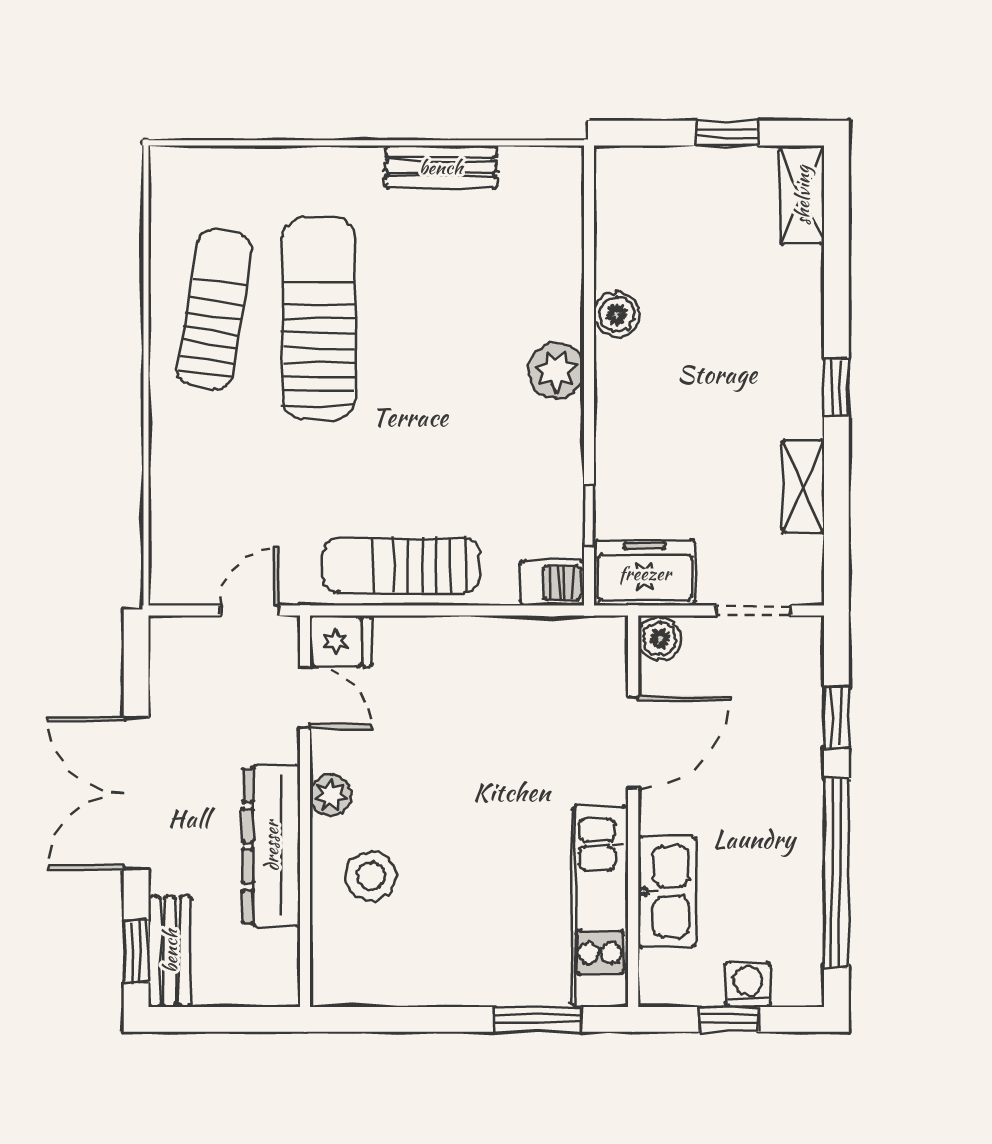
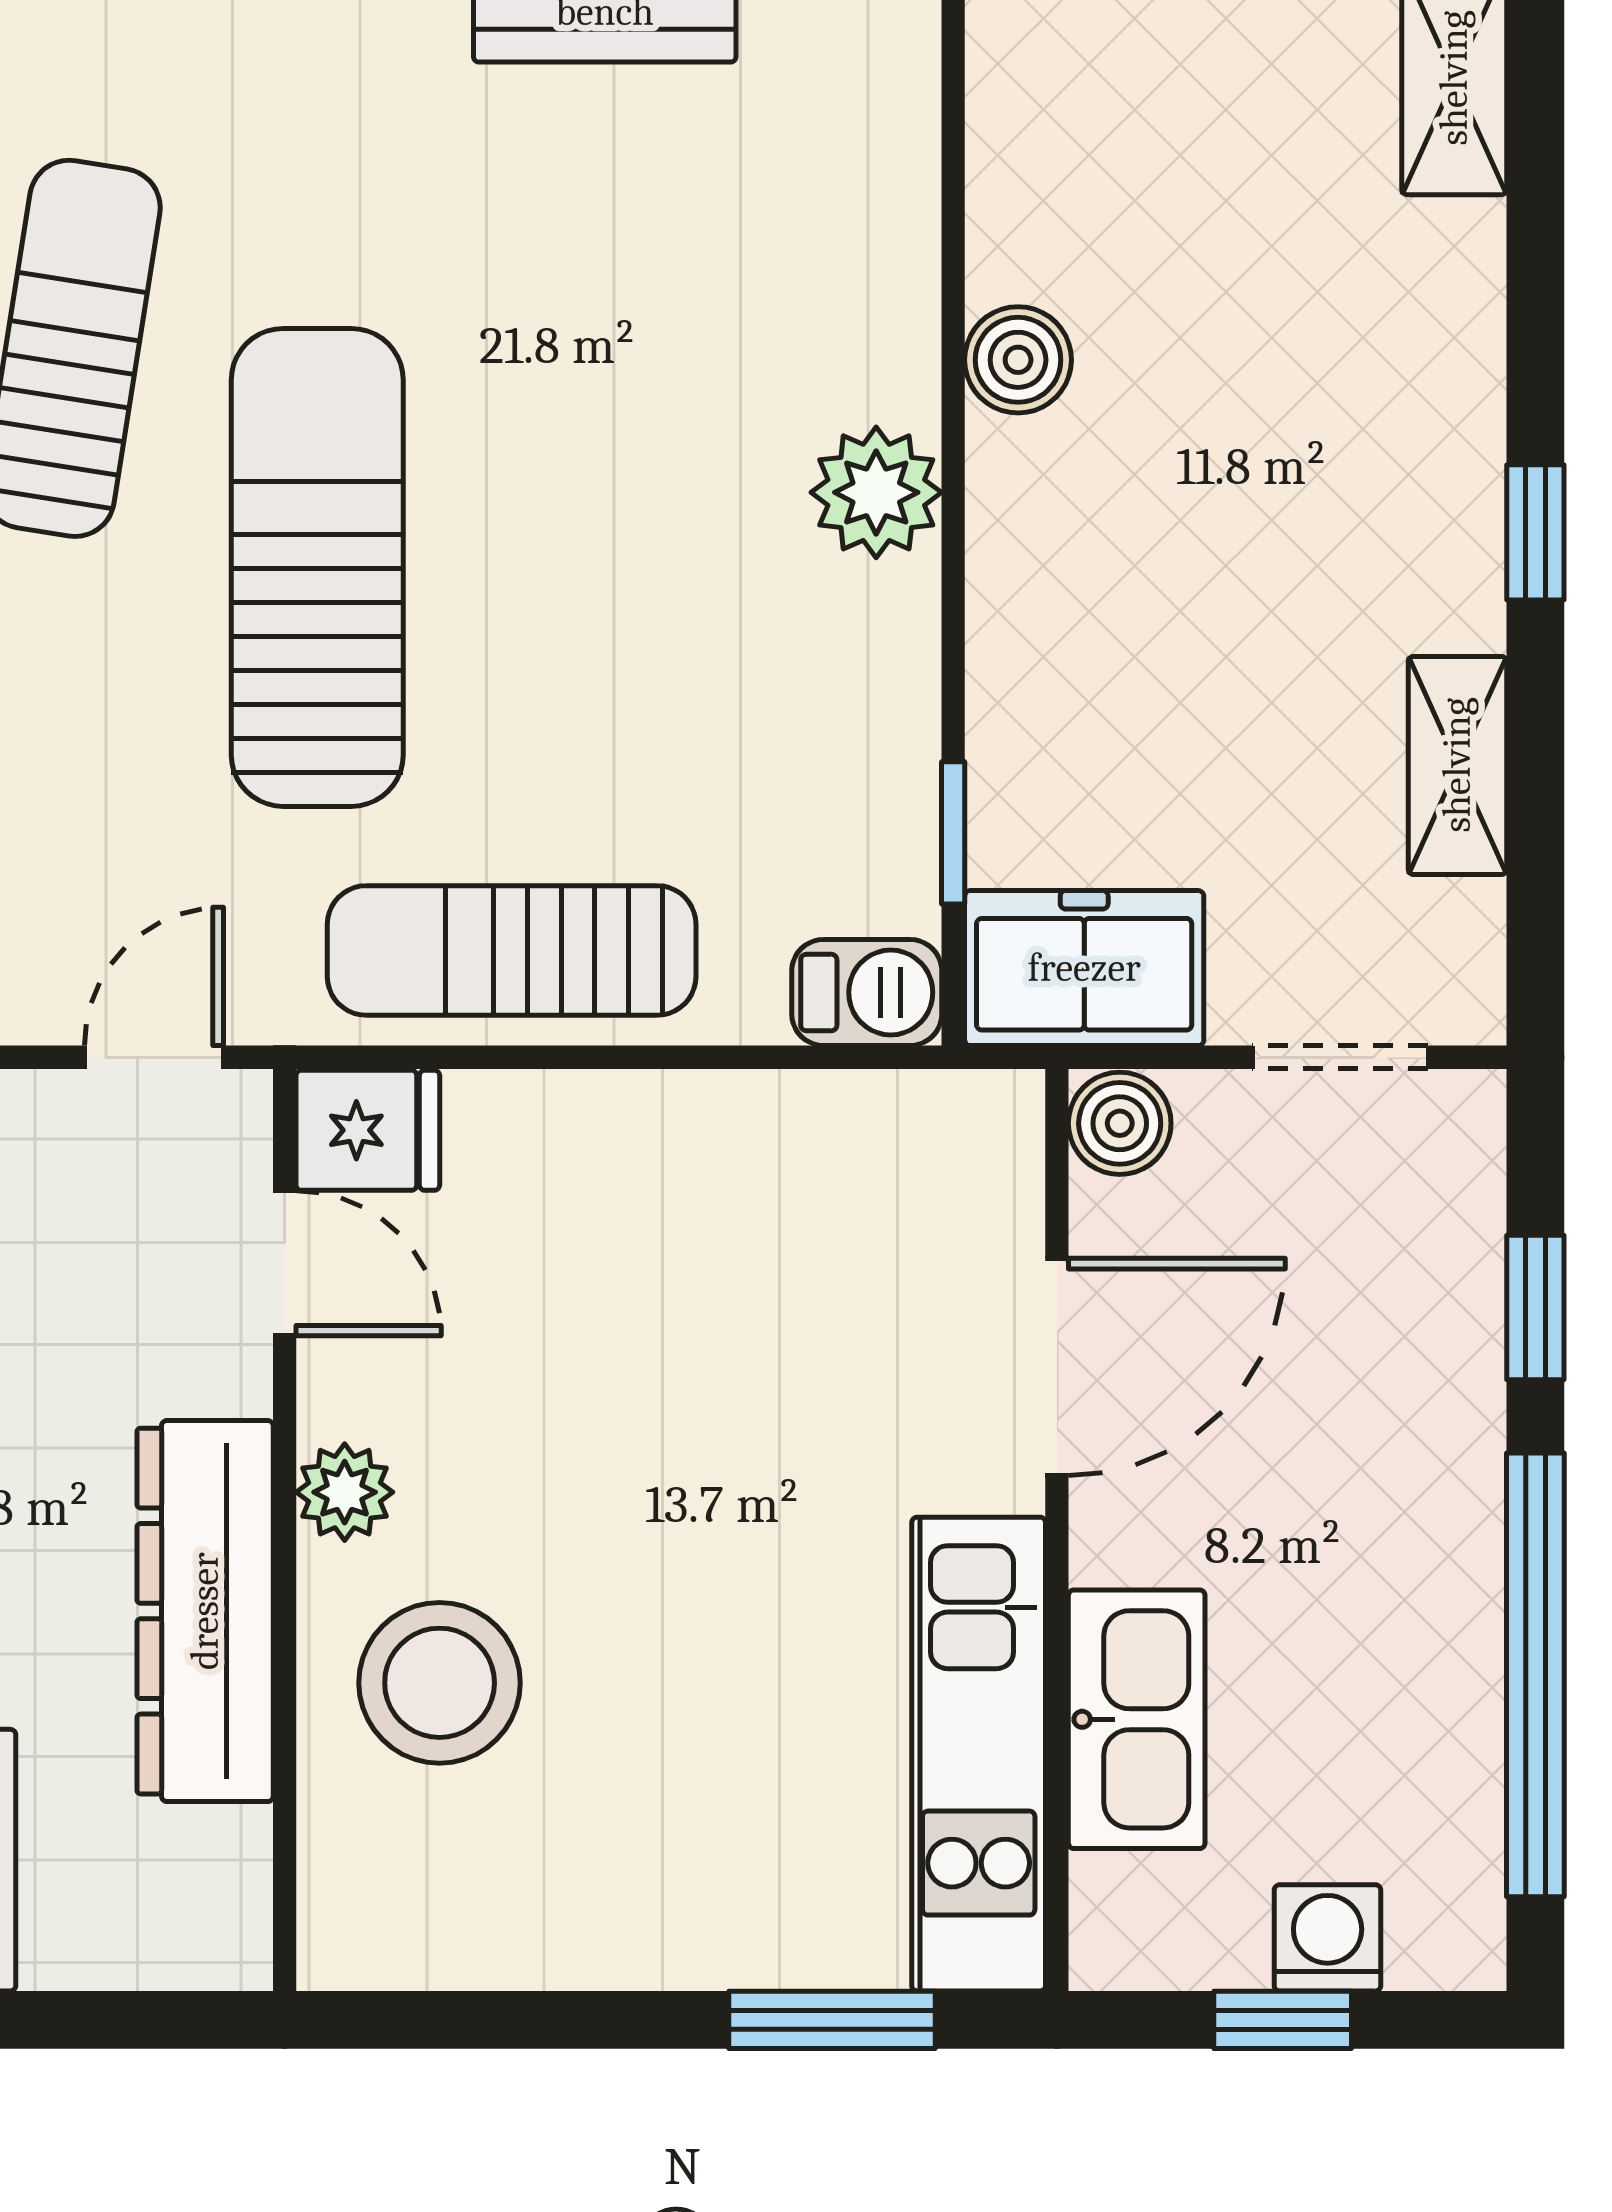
sun lounger: (319, 318) -> (317, 567), moved
stool: (371, 876) -> (440, 1683), width x1.38, depth x1.38

